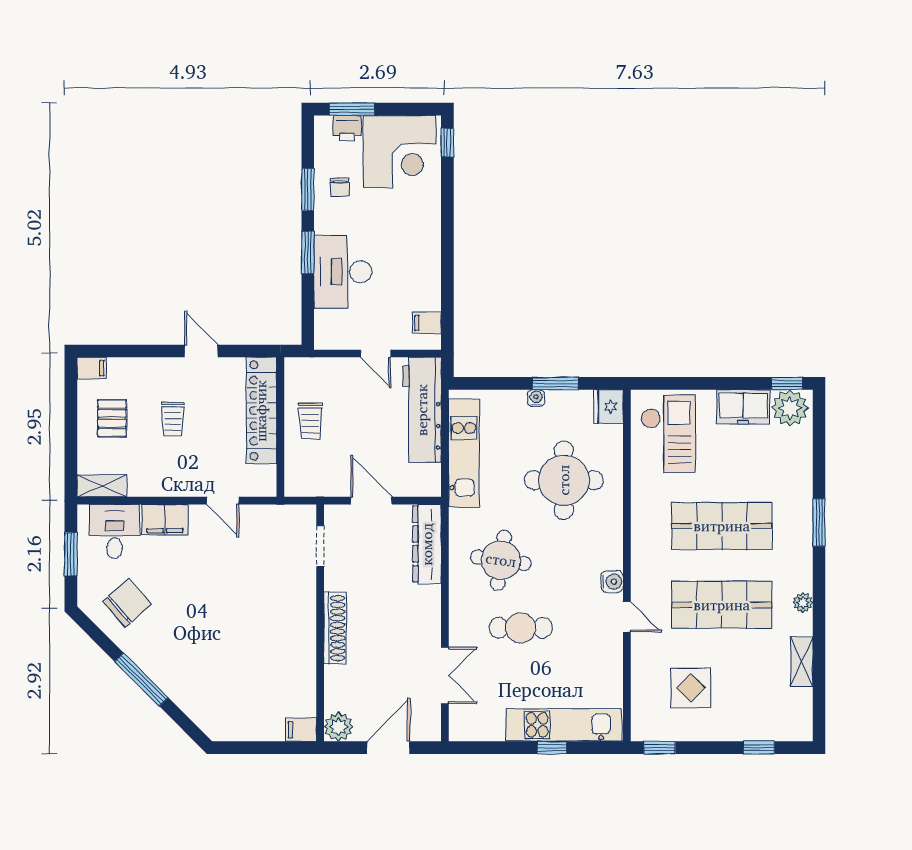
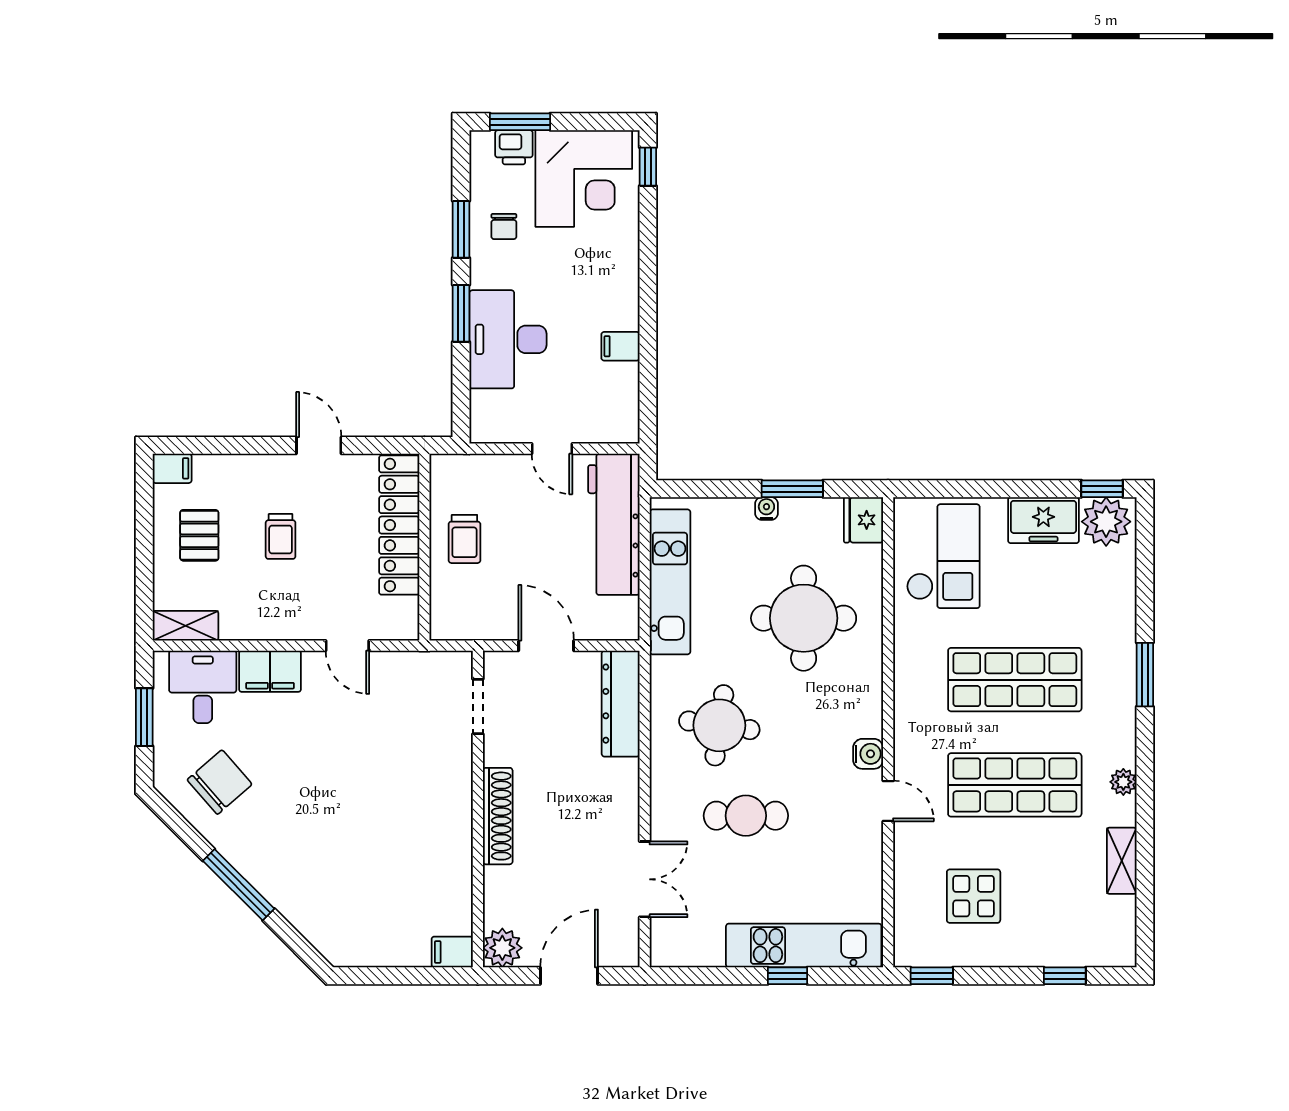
filing cabinet: (427, 323) -> (620, 346), moved

